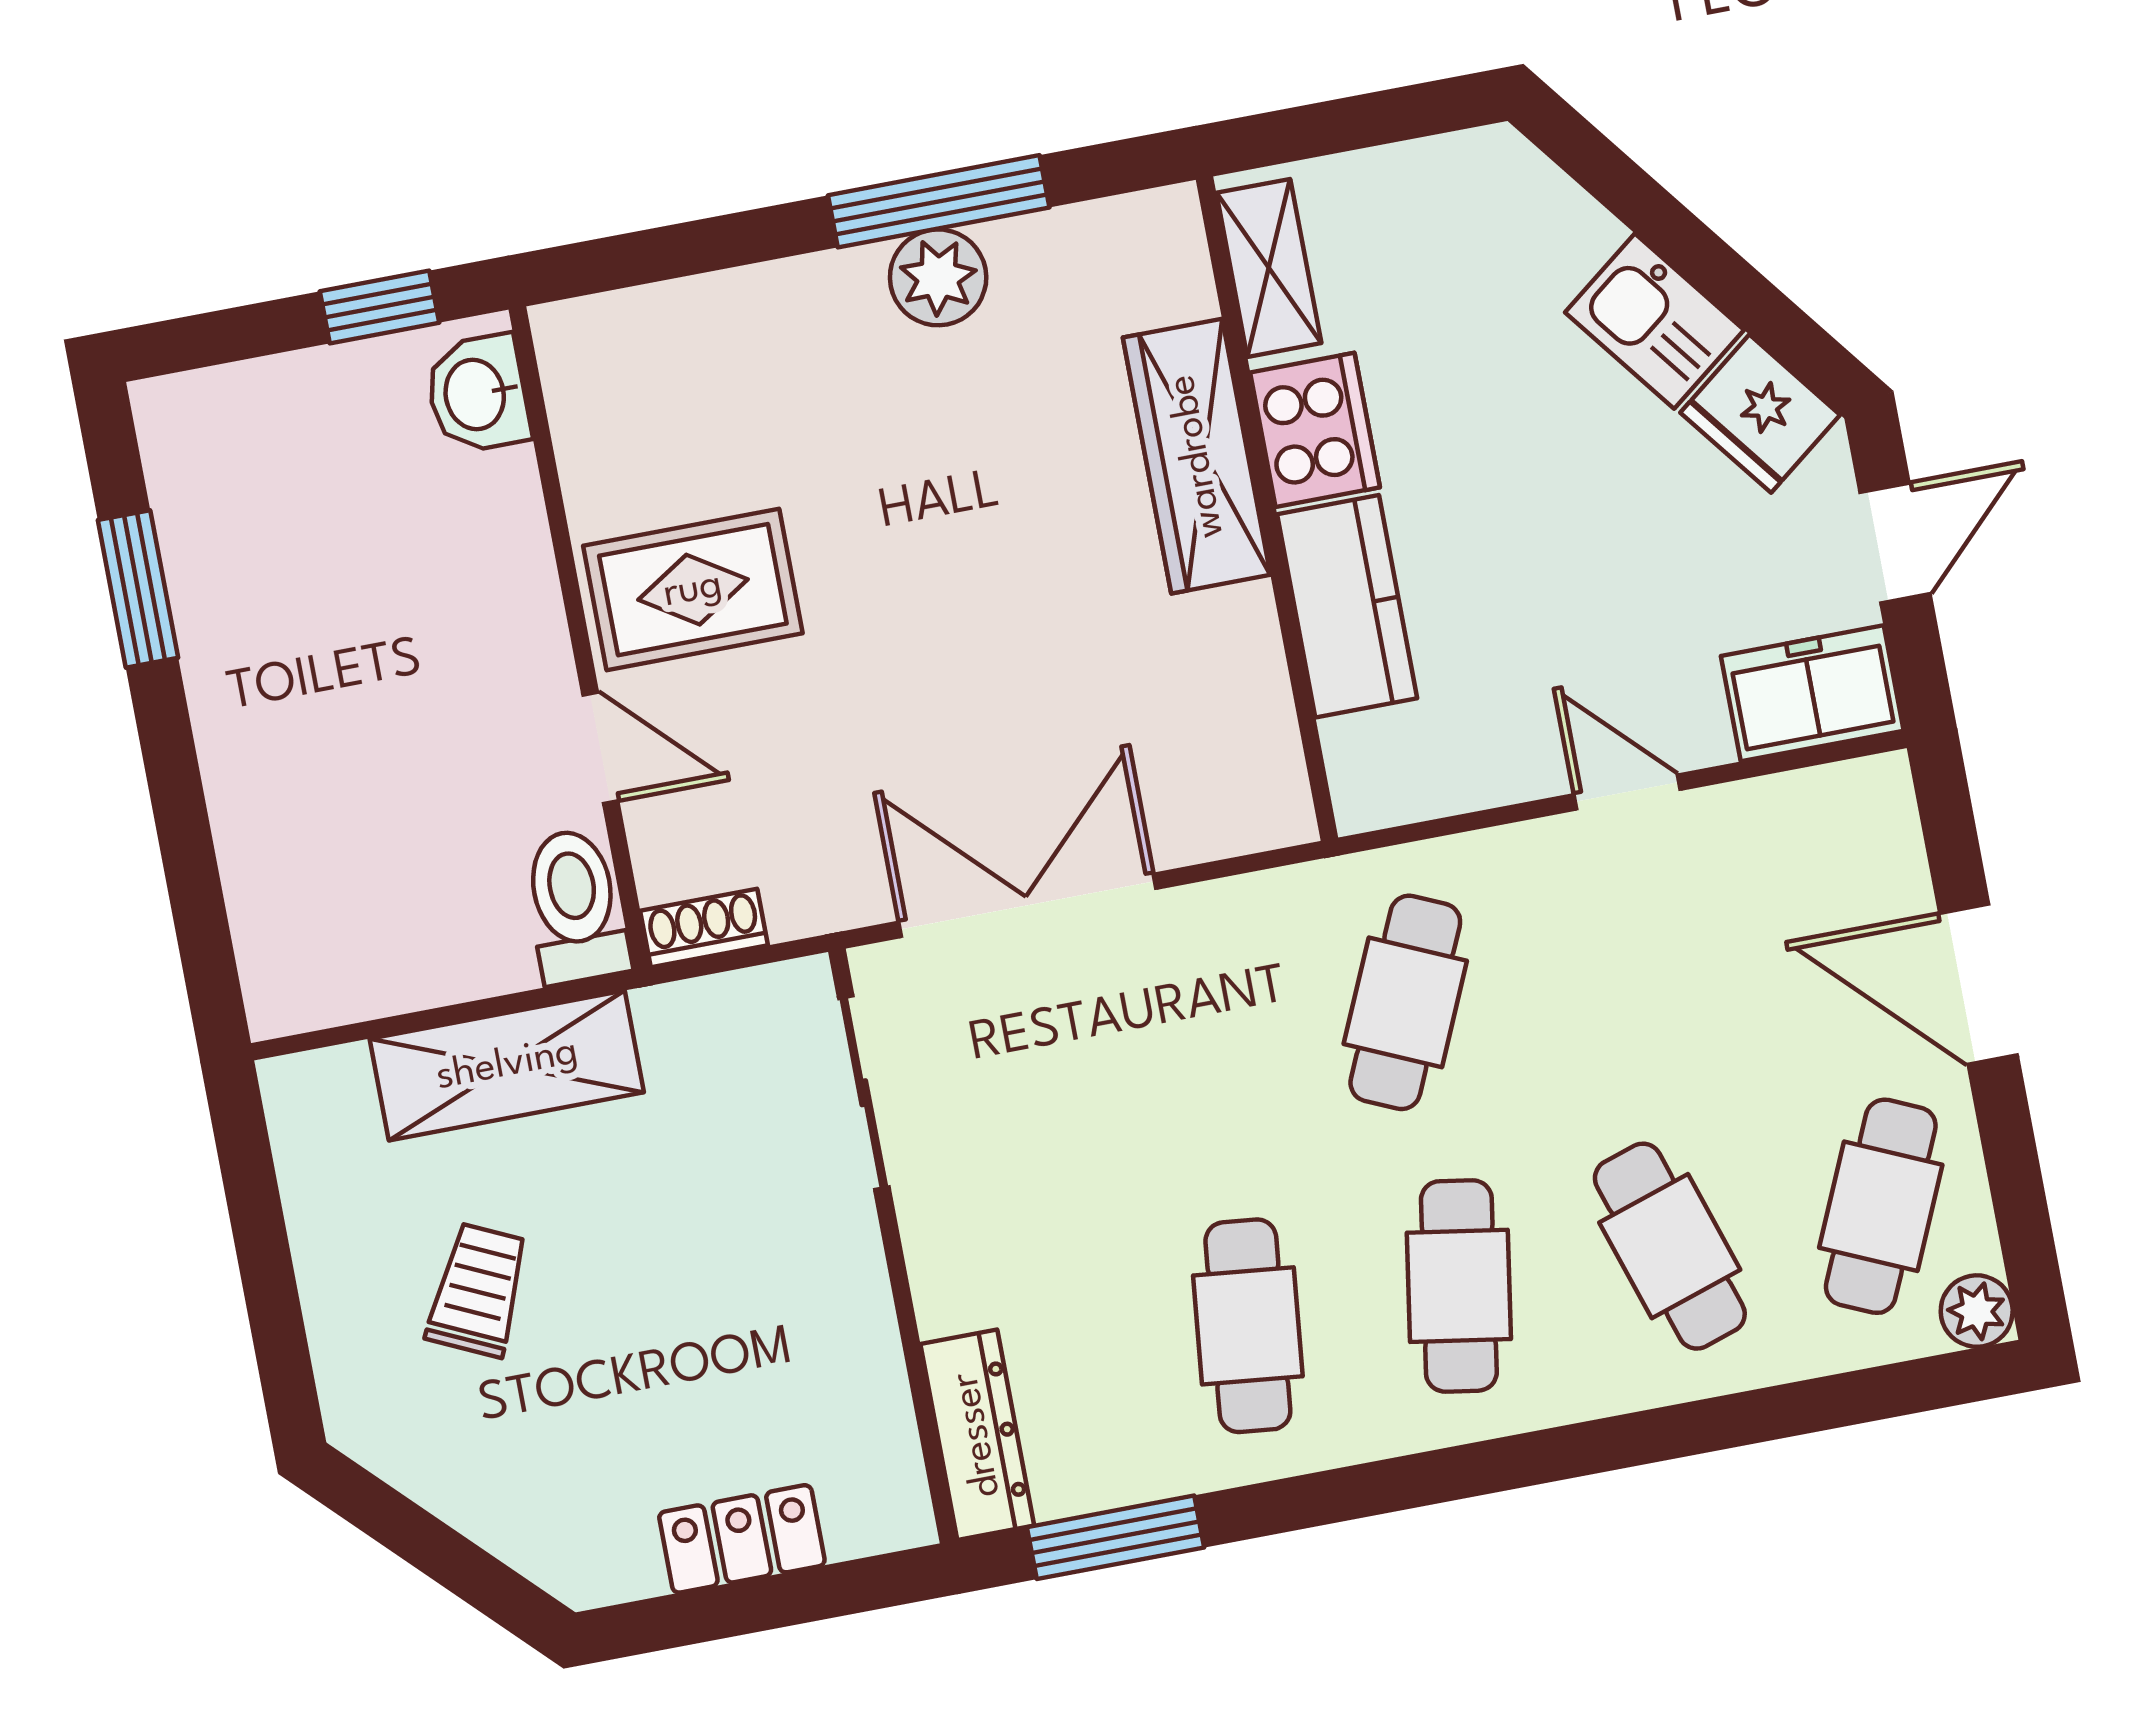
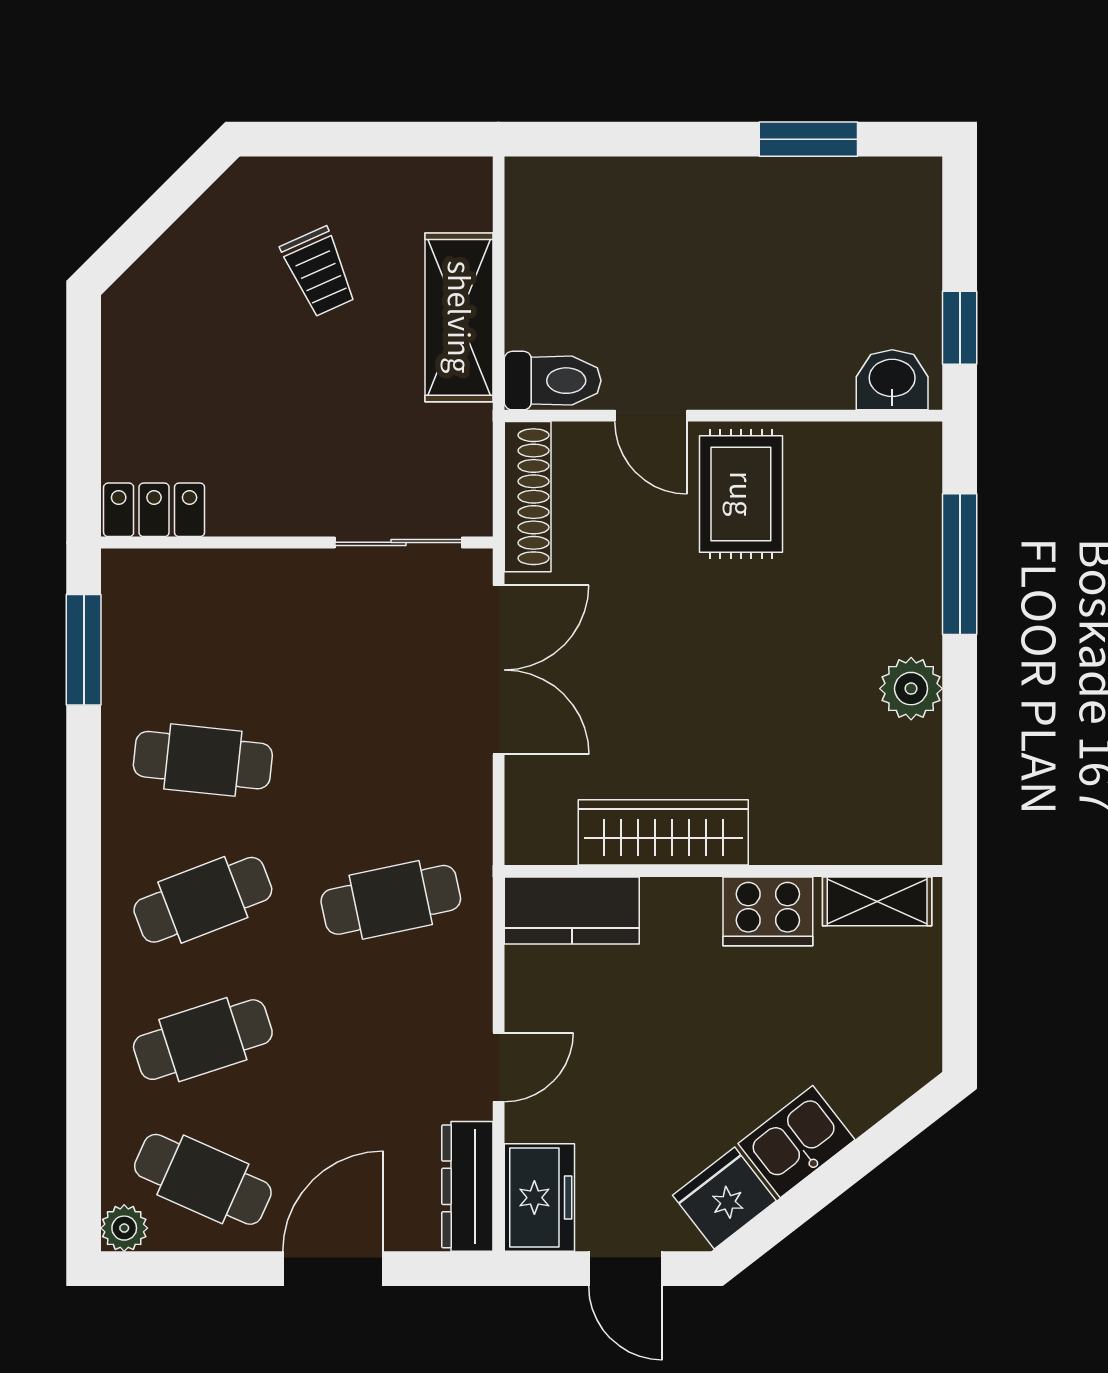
window: (939, 201) -> (960, 564), moved
wardrobe: (1197, 456) -> (663, 832), moved
kitchen counter: (1347, 606) -> (572, 910), moved
door: (600, 748) -> (651, 416), hinge flipped
shoe rack: (704, 928) -> (528, 497), width x1.94, depth x1.24
cafe table: (1405, 1002) -> (391, 900), turned -36
cafe table: (1459, 1286) -> (203, 900), turned -30
trolley: (478, 1290) -> (319, 272), turned 41
dresser: (977, 1435) -> (467, 1186), moved, turned 90
locker: (742, 1539) -> (154, 510), moved, turned -90

